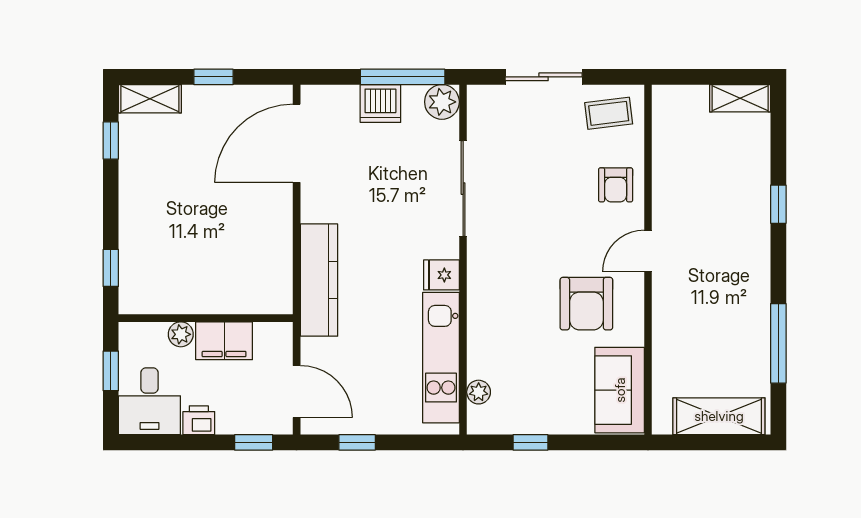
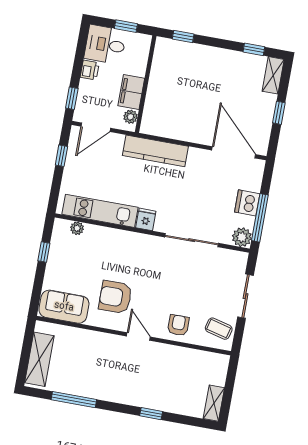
coffee table: (609, 113) -> (219, 329), turned -69
armchair: (616, 185) -> (178, 325), turned 90
plant: (181, 334) -> (130, 117), moved

